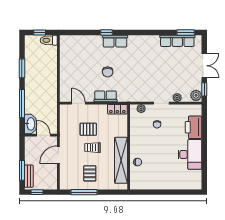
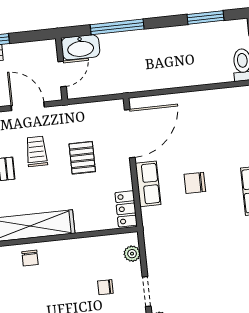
window: (22, 68) -> (206, 17), moved
door: (78, 103) -> (130, 134), width x1.87
trolley: (93, 148) -> (37, 151), moved

